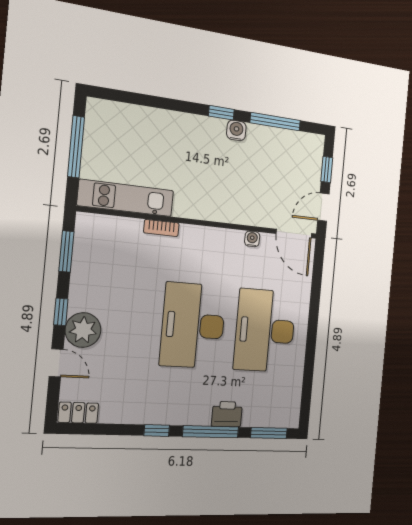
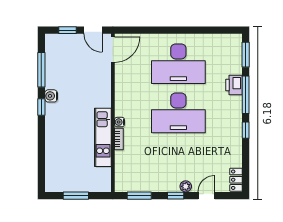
window: (76, 147) -> (76, 196), width x0.69
kitchen unit: (126, 198) -> (103, 137), moved
water cooler: (252, 239) -> (119, 122), moved
plant: (83, 330) -> (186, 186), width x0.53, depth x0.53

